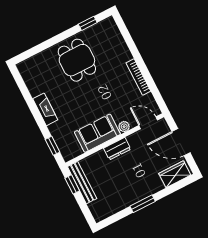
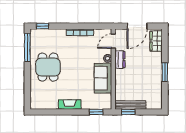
window: (88, 23) -> (27, 48), width x2.17
window: (123, 28) -> (43, 26), added
dining table: (77, 60) -> (48, 67), turned 90
dresser: (117, 149) -> (120, 60), moved

